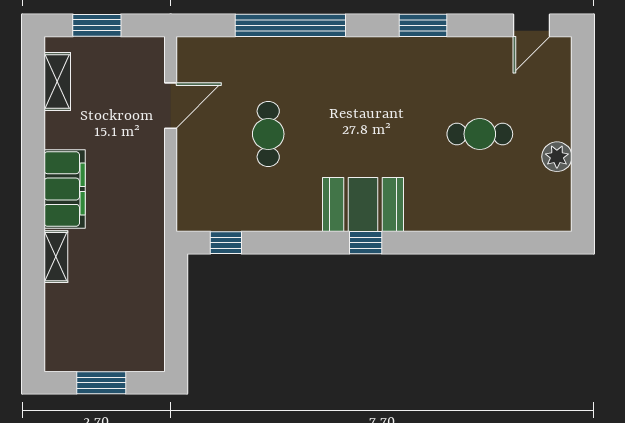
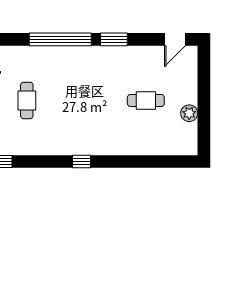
window: (290, 25) -> (60, 39), moved
booth: (363, 204) -> (80, 140), removed

